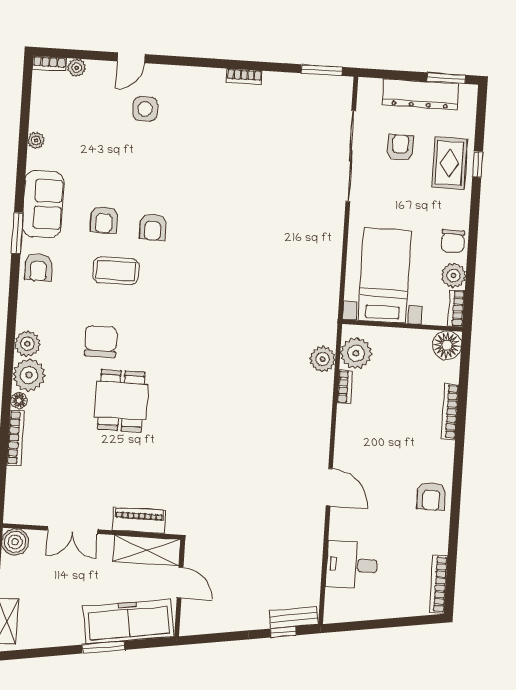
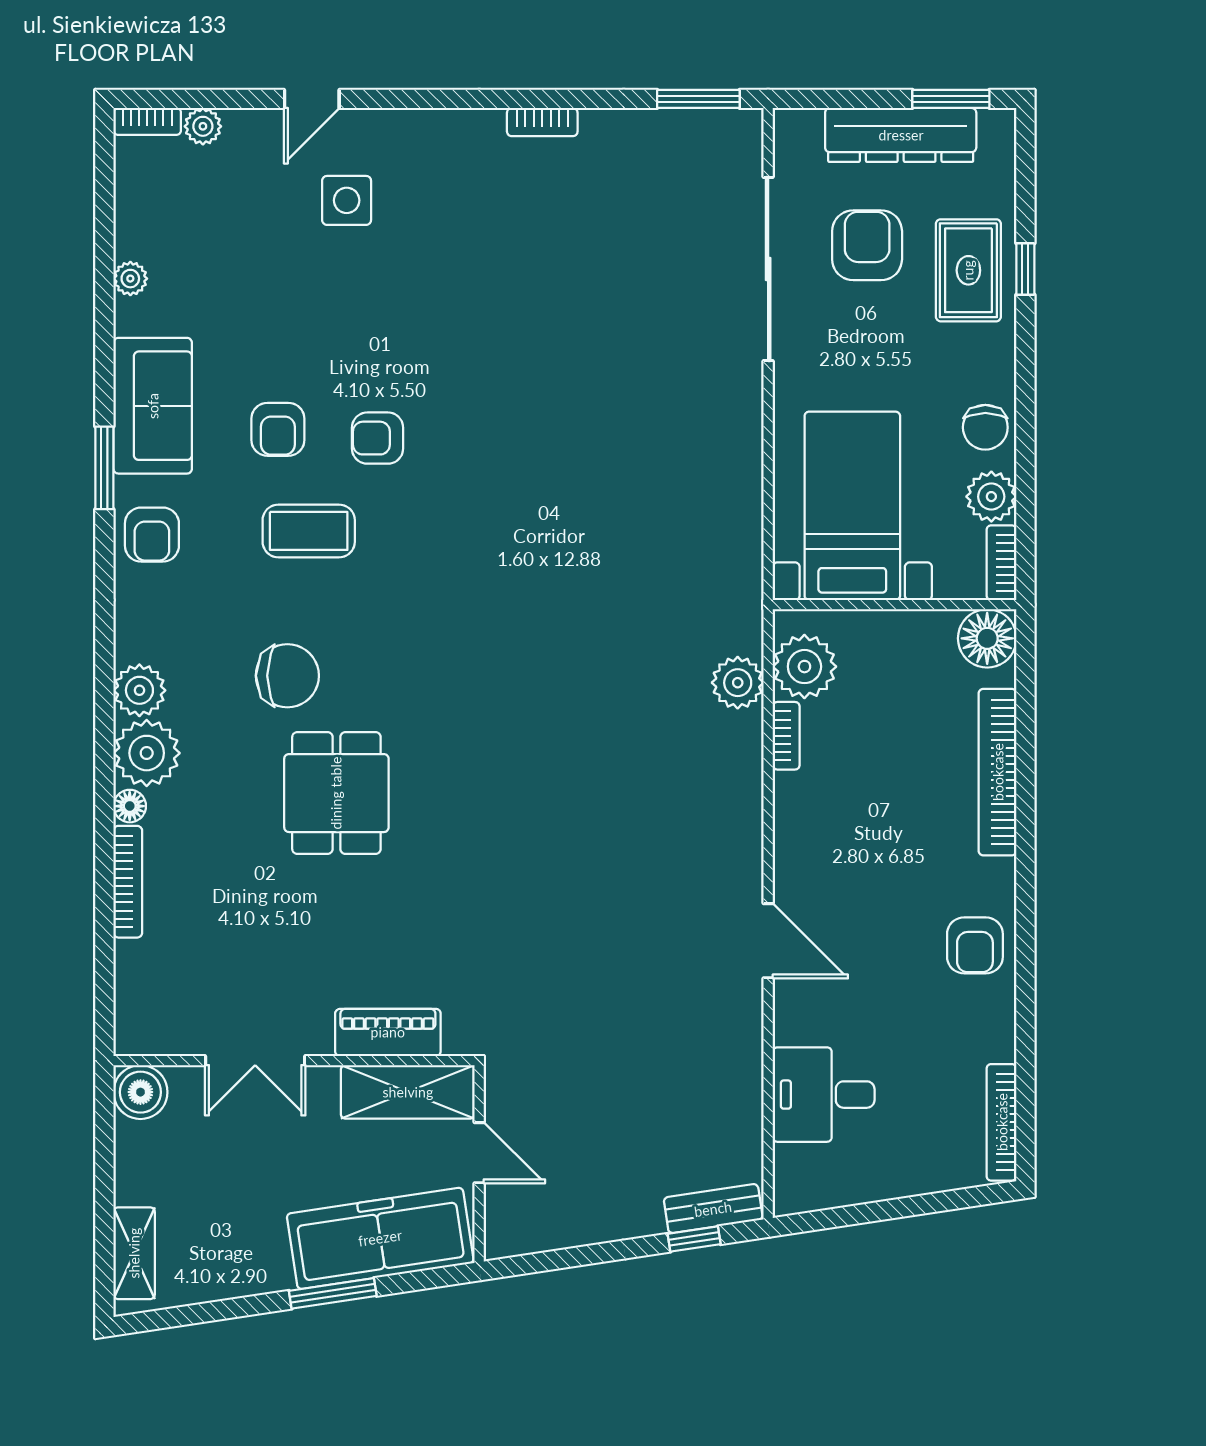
armchair: (400, 148) -> (867, 245), width x1.38, depth x1.38
armchair: (153, 227) -> (378, 438), turned 90
chair: (101, 341) -> (287, 676), turned 90
bookcase: (450, 412) -> (998, 772), width x1.48, depth x1.31

